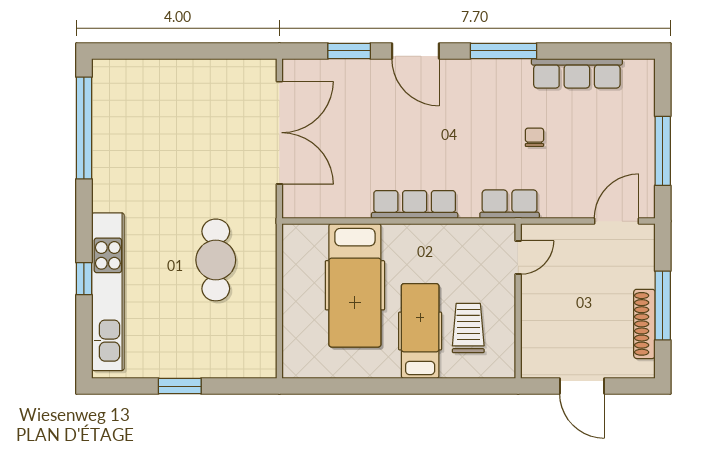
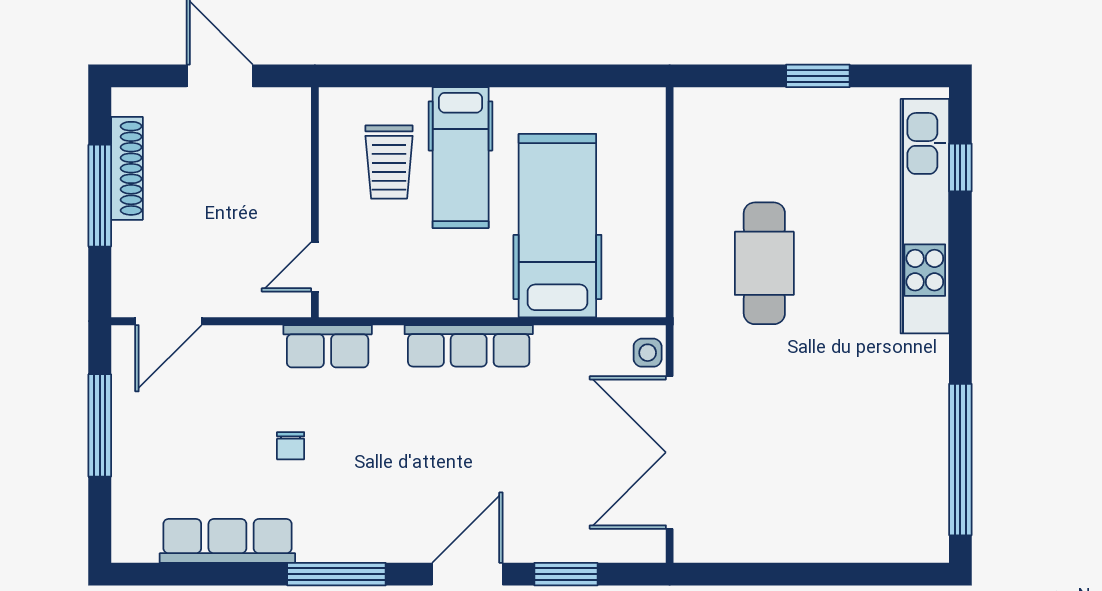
door: (415, 51) -> (467, 574), hinge flipped
side table: (294, 200) -> (648, 353), added
window: (84, 279) -> (960, 168), moved

